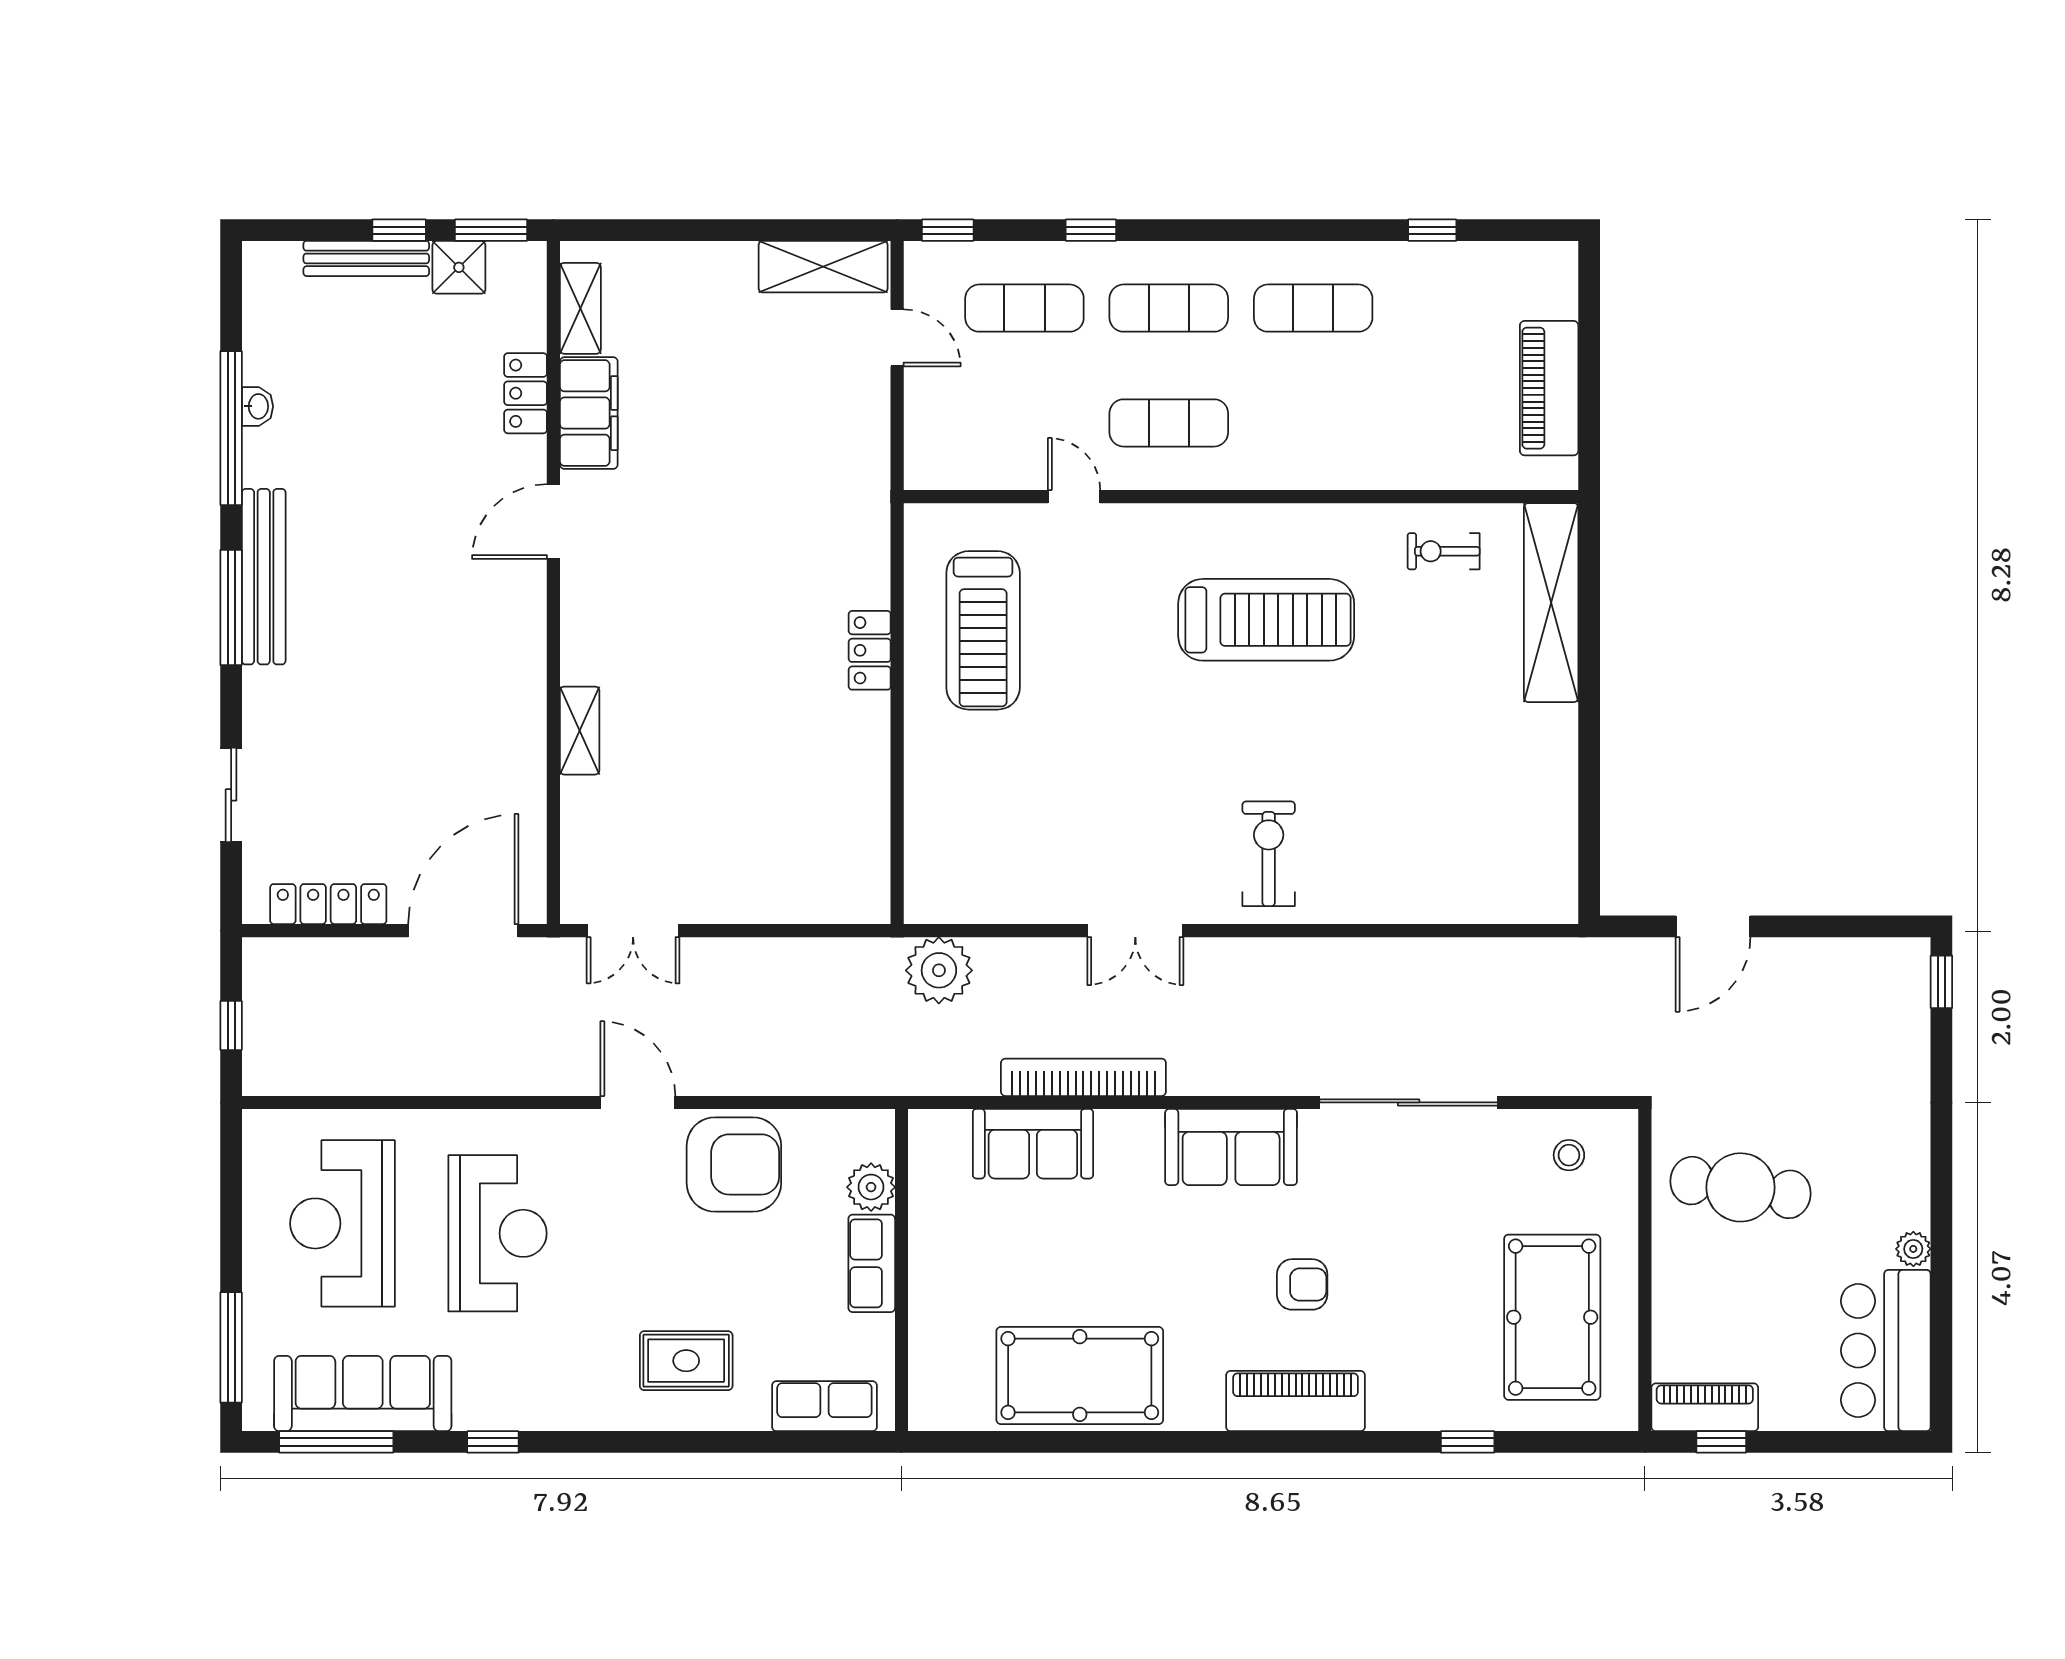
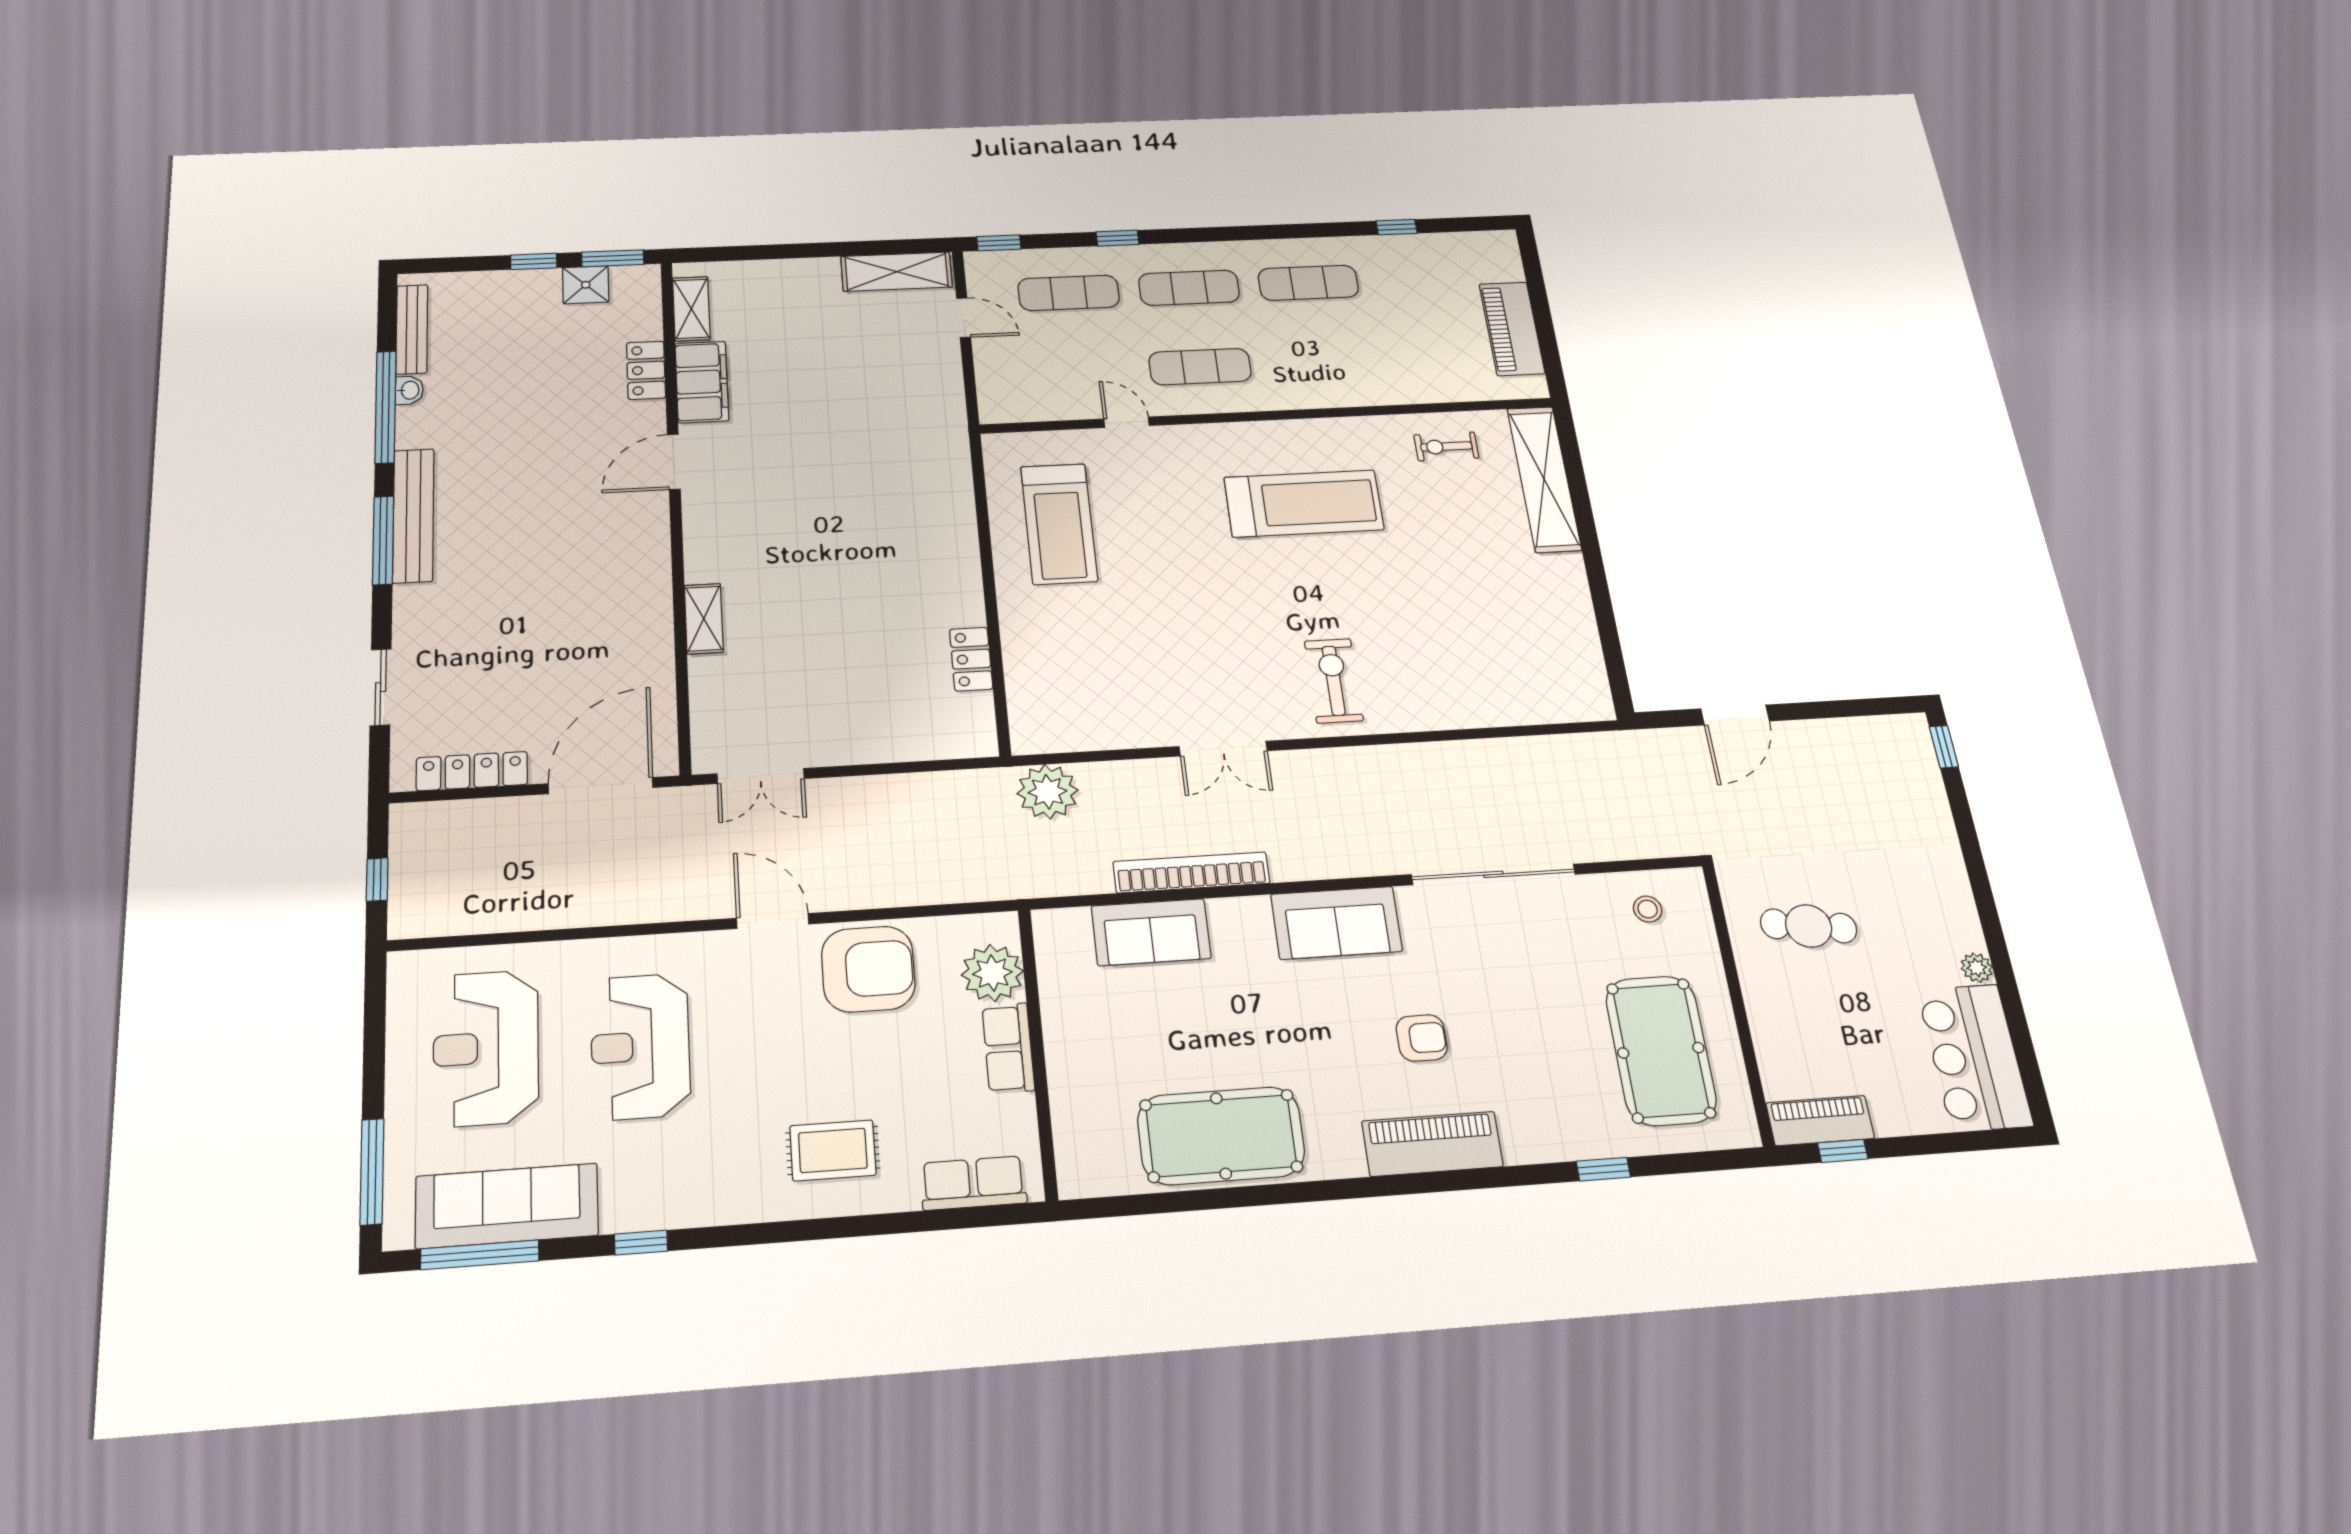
bench: (366, 258) -> (412, 329), moved, turned 90
locker: (870, 650) -> (971, 659), moved
plant: (871, 1187) -> (992, 973), width x1.36, depth x1.36
cafe table: (1741, 1187) -> (1809, 926), width x0.73, depth x0.74
reception desk: (498, 1233) -> (640, 1046), turned 180

